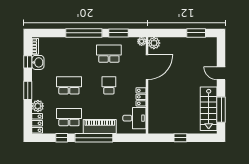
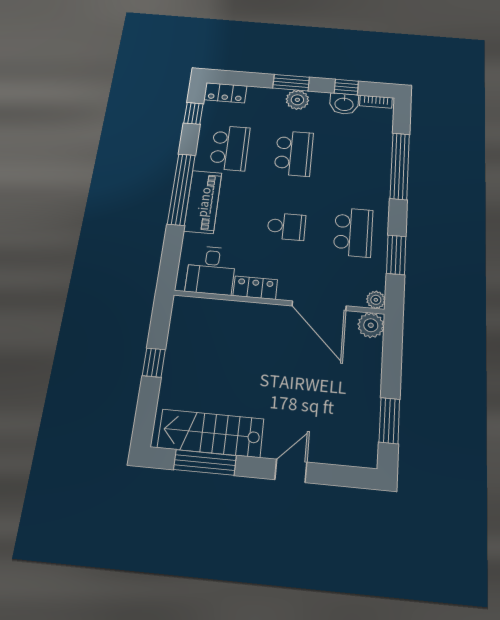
window: (84, 33) -> (400, 166), moved
plant: (38, 106) -> (297, 100), moved
window: (62, 138) -> (193, 113), moved

